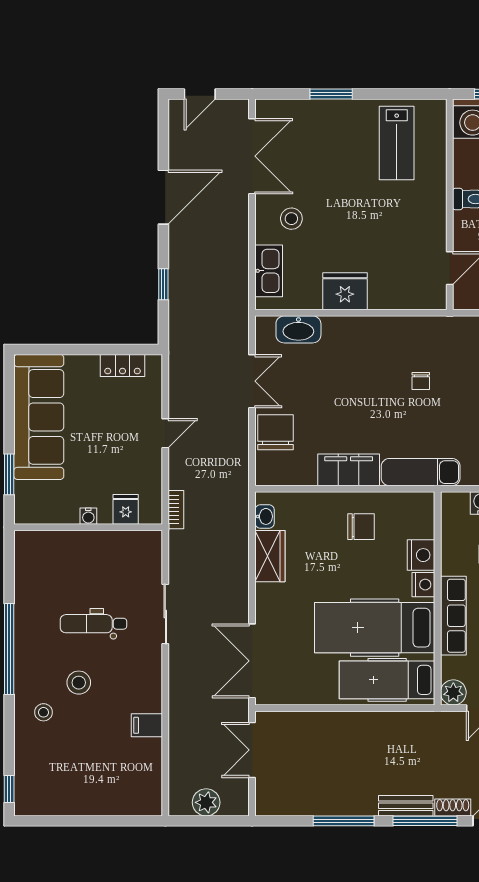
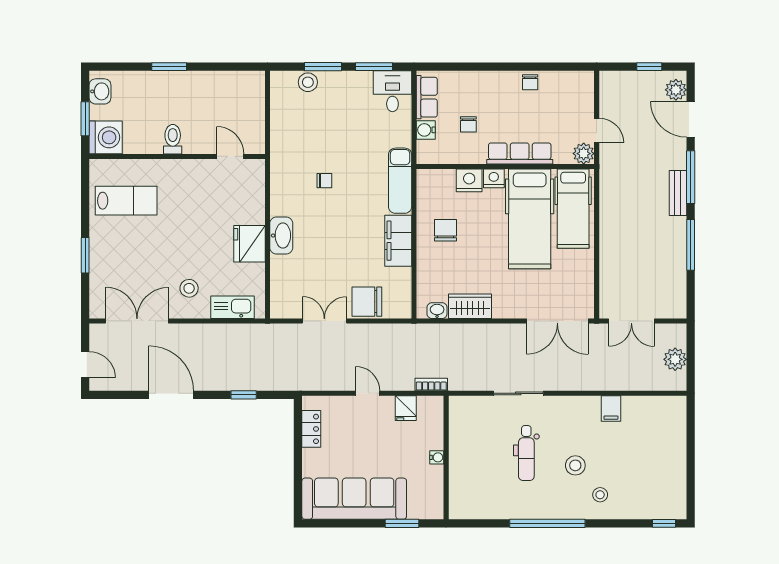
washbasin: (298, 329) -> (281, 235), moved
fridge: (126, 509) -> (406, 408), moved, turned -90
shoe rack: (453, 807) -> (679, 154), removed

